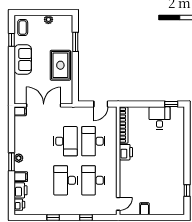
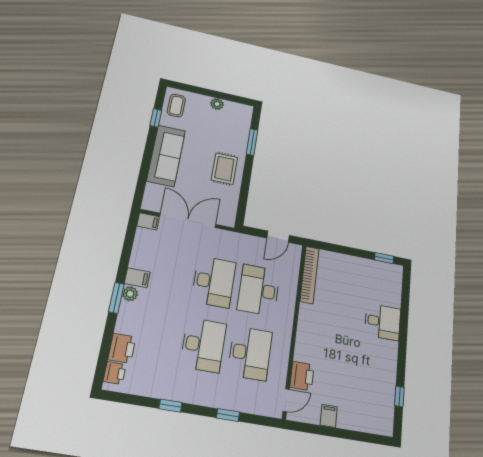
sofa: (23, 60) -> (166, 156), width x1.36
rug: (60, 65) -> (224, 169), width x0.73, depth x0.70
desk: (160, 118) -> (383, 322), moved, turned 90
printer: (126, 152) -> (302, 376), moved
filing cabinet: (21, 177) -> (137, 278), moved
desk: (66, 180) -> (203, 345), turned 180
desk: (93, 180) -> (250, 353), turned 180

